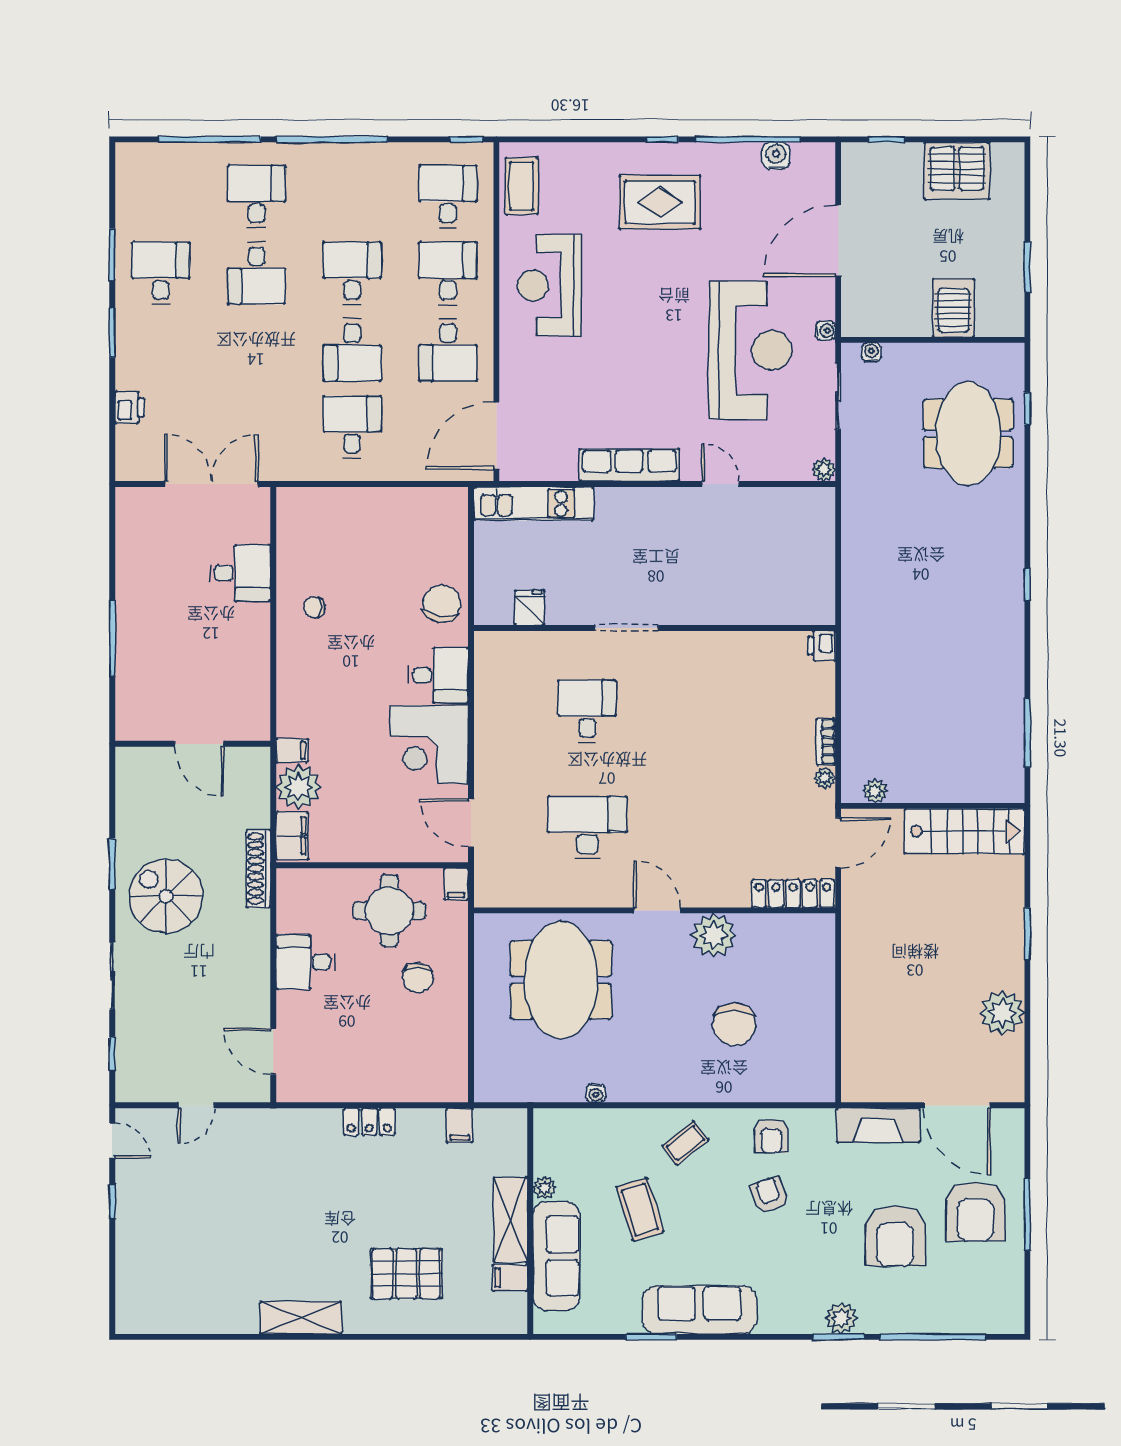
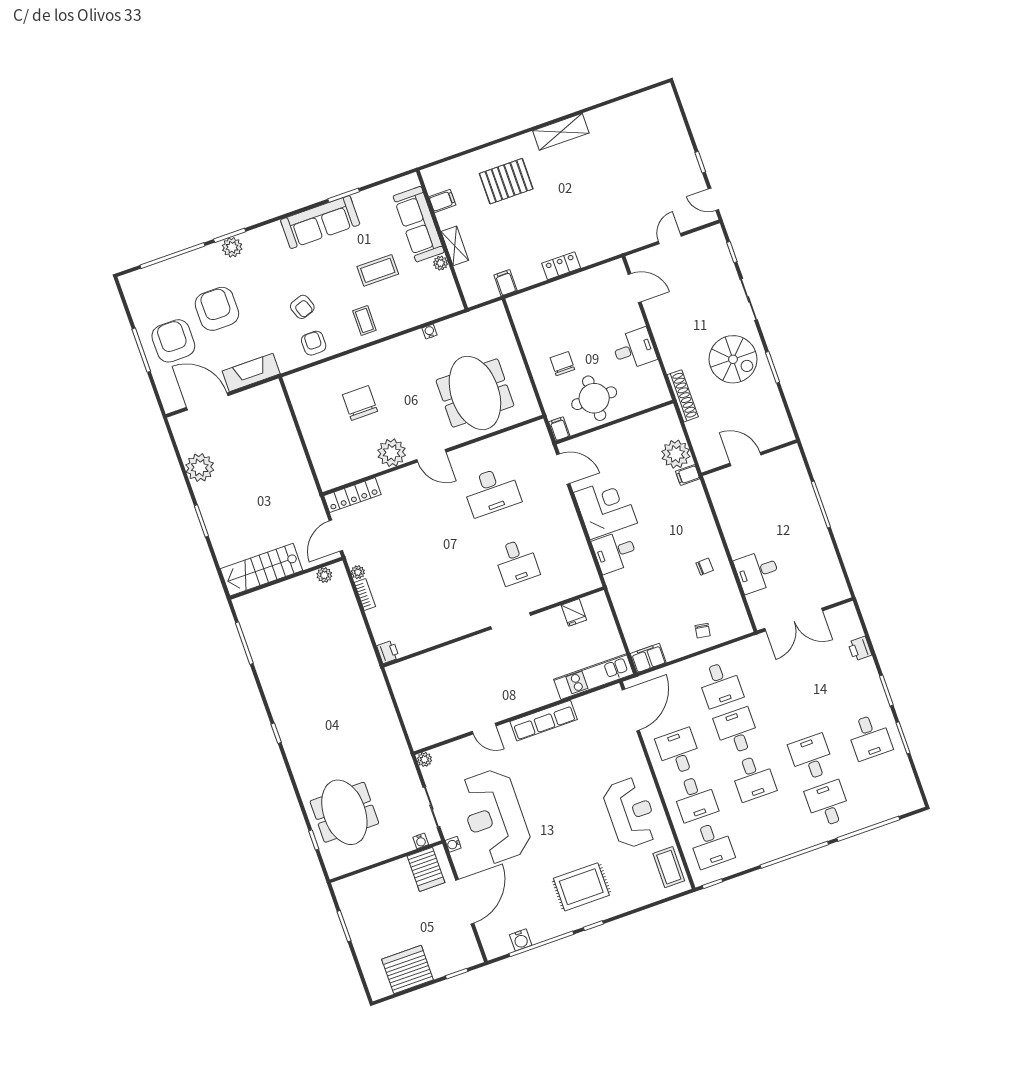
desk: (256, 196) -> (828, 804), turned 180
server rack: (953, 308) -> (426, 869), moved
chair: (442, 604) -> (703, 631), moved, width x0.54, depth x0.54
filing cabinet: (292, 836) -> (648, 658), moved, turned 90
coffee table: (685, 1143) -> (364, 320), turned -52
coffee table: (640, 1210) -> (378, 270), turned -73
shelving: (510, 1220) -> (455, 246), width x0.67, depth x0.75

